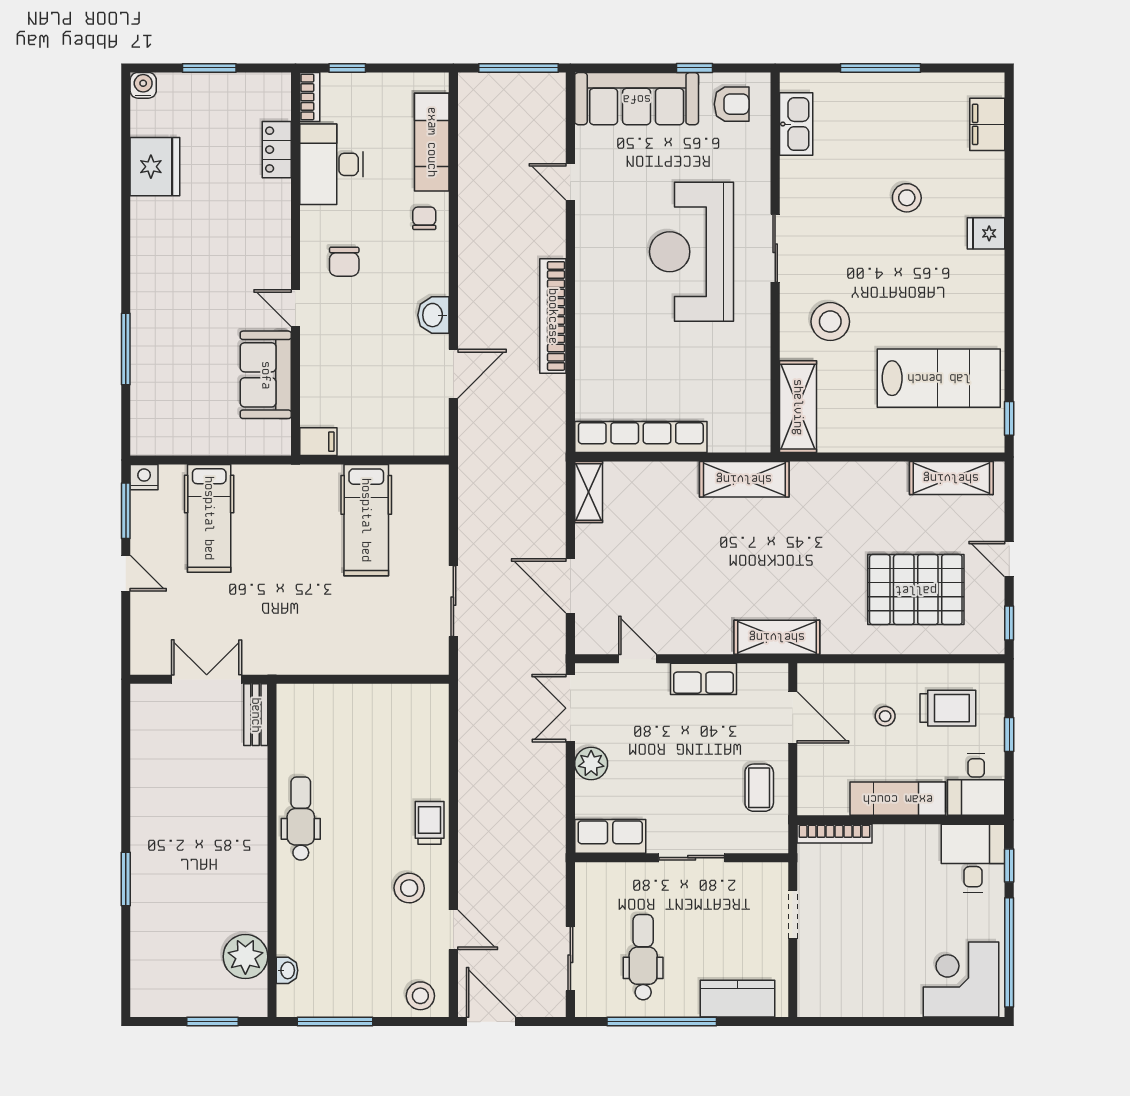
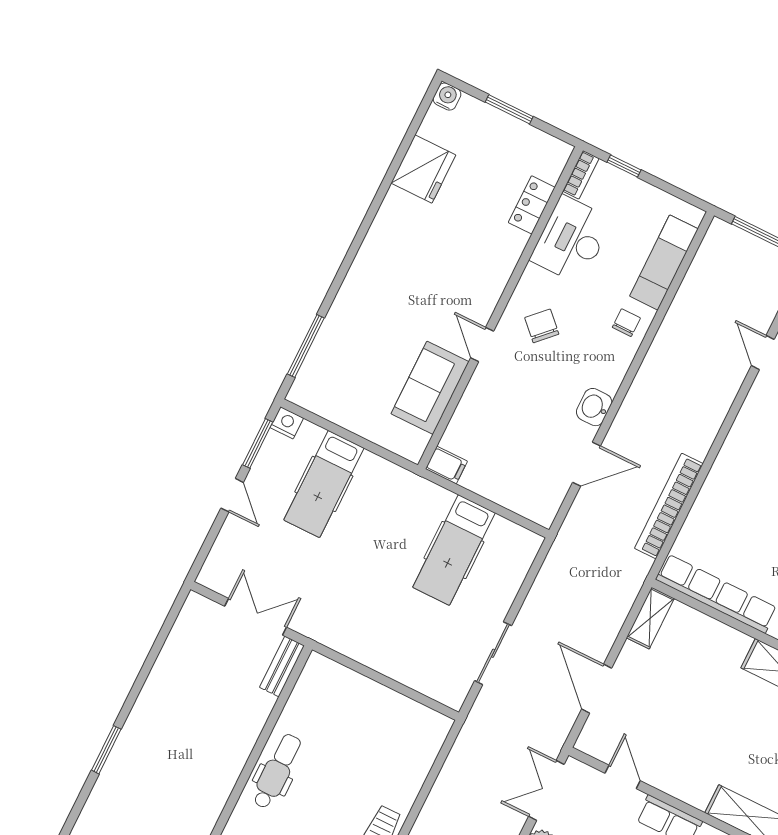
chair: (344, 262) -> (542, 326), turned 135
bookcase: (553, 316) -> (669, 506), moved
window: (126, 349) -> (306, 346), moved

